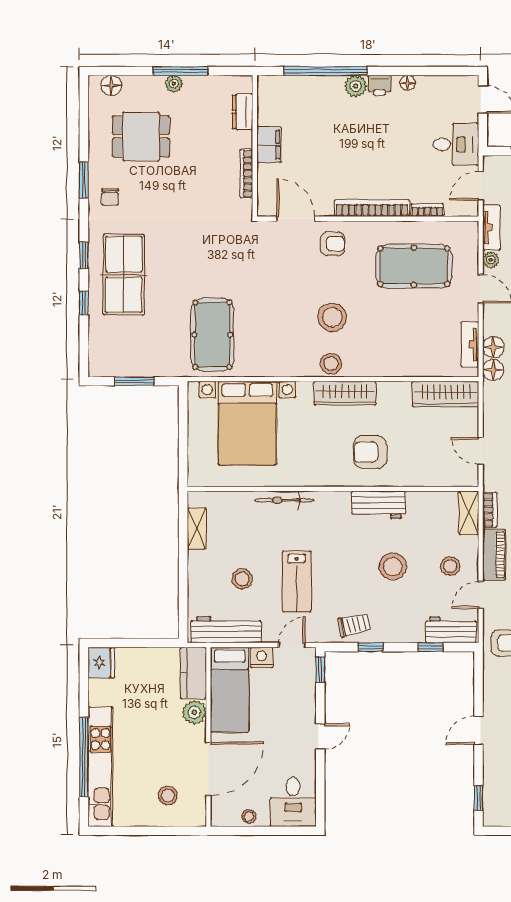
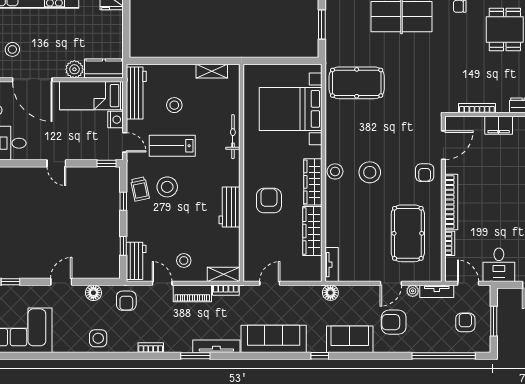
tv unit: (470, 344) -> (332, 265), moved, turned 90
floor lamp: (493, 347) -> (93, 293), moved
wardrobe: (445, 394) -> (312, 231), moved
stool: (393, 566) -> (167, 187), moved
door: (479, 730) -> (61, 282), hinge flipped

